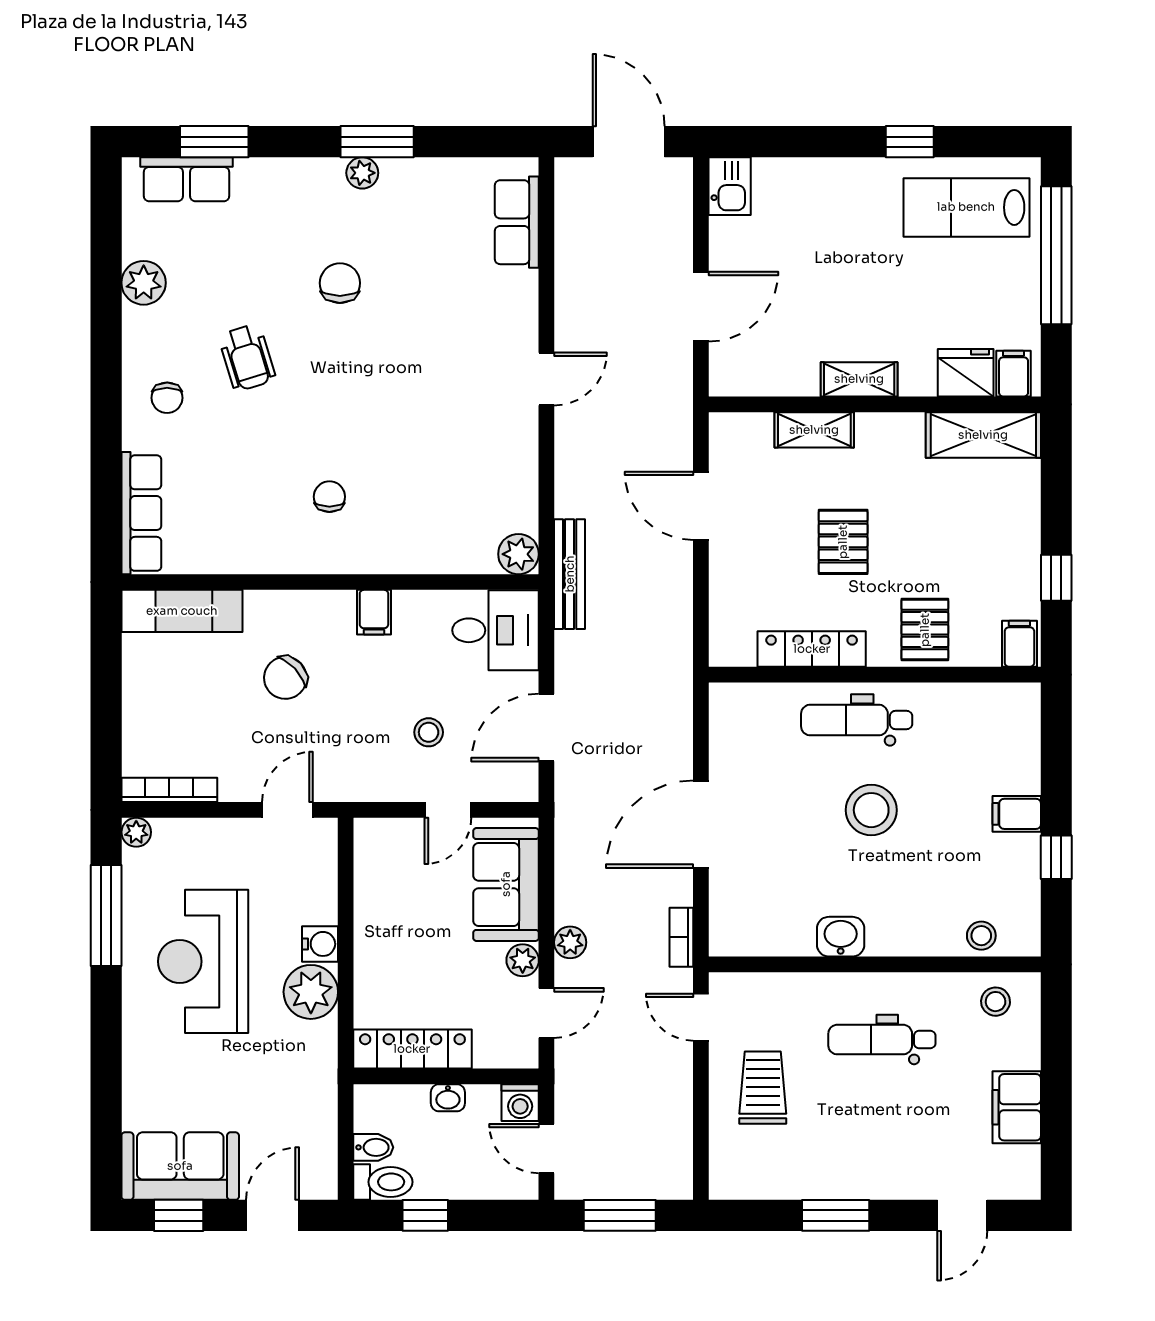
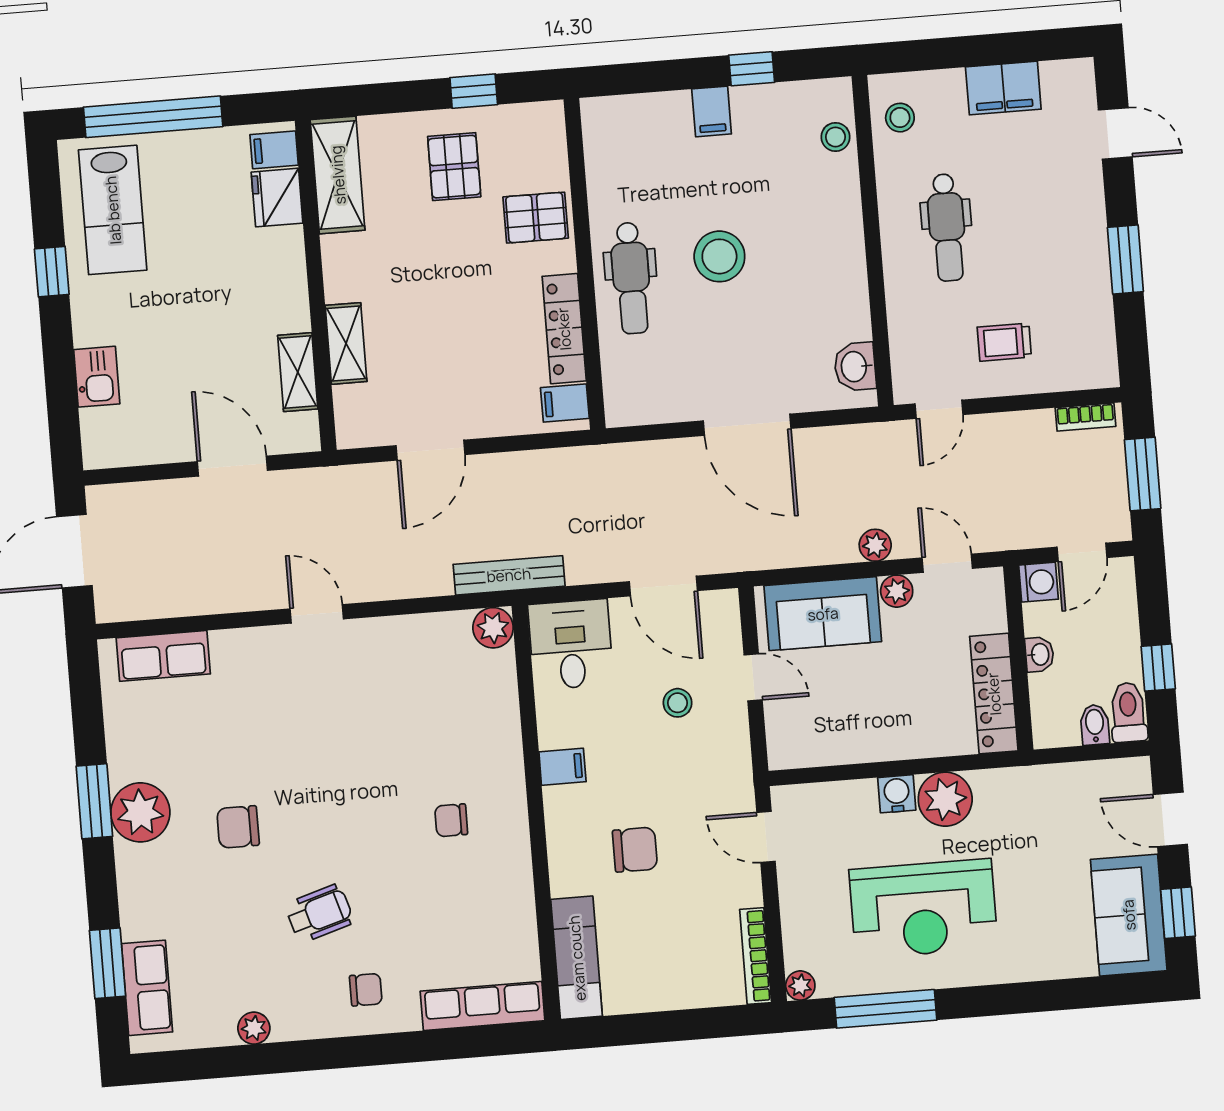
plant: (362, 173) -> (140, 812), width x1.88, depth x1.88
kitchen sink: (730, 186) -> (97, 377), moved, turned 90
plant: (144, 283) -> (254, 1028), width x0.73, depth x0.73
shelving: (859, 379) -> (298, 372), moved
pallet: (843, 542) -> (454, 167), moved, turned 90
filing cabinet: (1019, 644) -> (565, 403), moved
chair: (285, 678) -> (635, 850), turned -47
bookcase: (681, 937) -> (1085, 417), moved
washbasin: (841, 937) -> (855, 367), moved
trolley: (763, 1088) -> (1004, 342), width x0.73, depth x0.72

